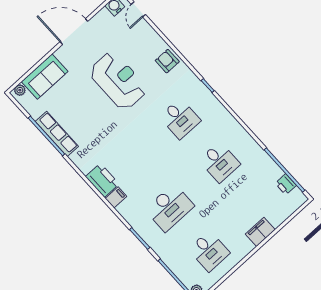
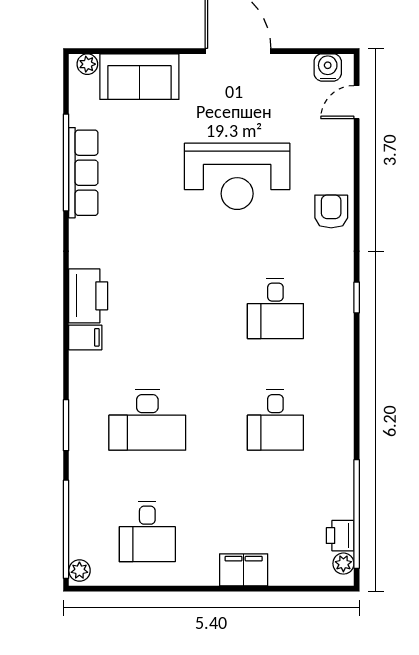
reception desk: (118, 81) -> (237, 176), turned 90
plant: (297, 194) -> (343, 564), added

